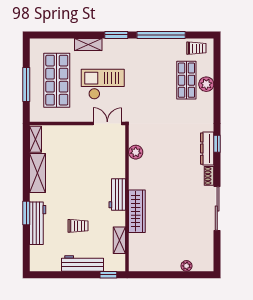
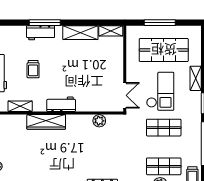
shop shelf: (143, 80) -> (164, 128), added
window: (26, 213) -> (45, 23), width x1.44
workbench: (38, 223) -> (41, 33), width x0.73

